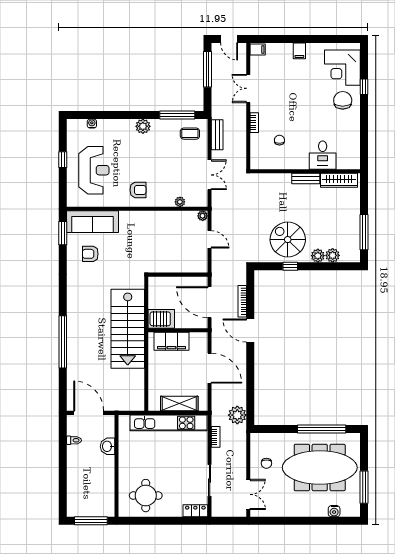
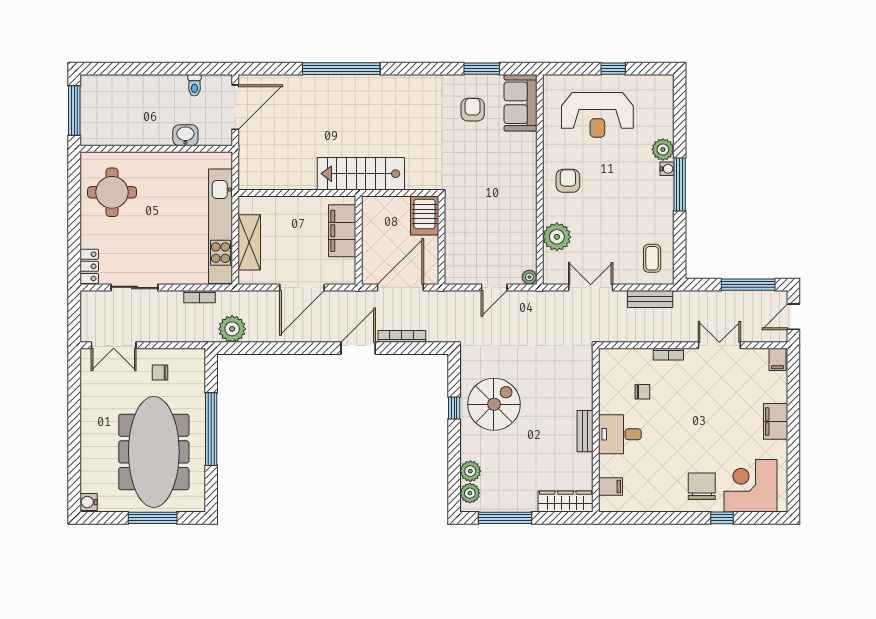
filing cabinet: (299, 51) -> (776, 421), width x2.00
chair: (343, 100) -> (702, 486), turned -90
window: (177, 115) -> (680, 185), moved
water cooler: (92, 124) -> (667, 169), moved
plant: (143, 126) -> (663, 149), moved
desk: (323, 155) -> (620, 434), moved
filing cabinet: (343, 161) -> (611, 487), added
double door: (210, 175) -> (591, 287), swing flipped
wardrobe: (339, 180) -> (566, 502), moved, turned 90
armchair: (138, 190) -> (568, 181), turned 180
plant: (180, 202) -> (557, 237), width x1.88, depth x1.88
sofa: (93, 222) -> (521, 103), width x0.73
window: (63, 233) -> (482, 69), moved
plant: (318, 256) -> (470, 493), moved
server rack: (161, 319) -> (425, 216), moved
stairs: (128, 329) -> (361, 174), width x0.73, depth x0.66
window: (322, 429) -> (211, 429), moved
window: (364, 487) -> (153, 518), moved
water cooler: (334, 511) -> (89, 502), moved

